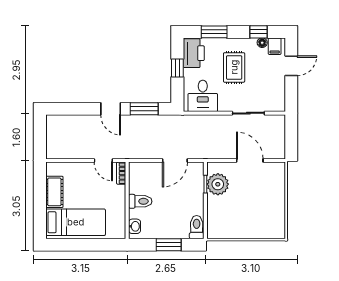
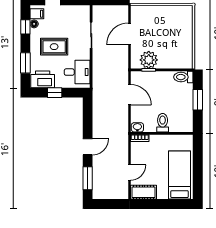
window: (144, 109) -> (88, 178), moved
door: (103, 161) -> (130, 172), moved
cot: (54, 192) -> (144, 192), moved
washbasin: (135, 226) -> (137, 127), moved

